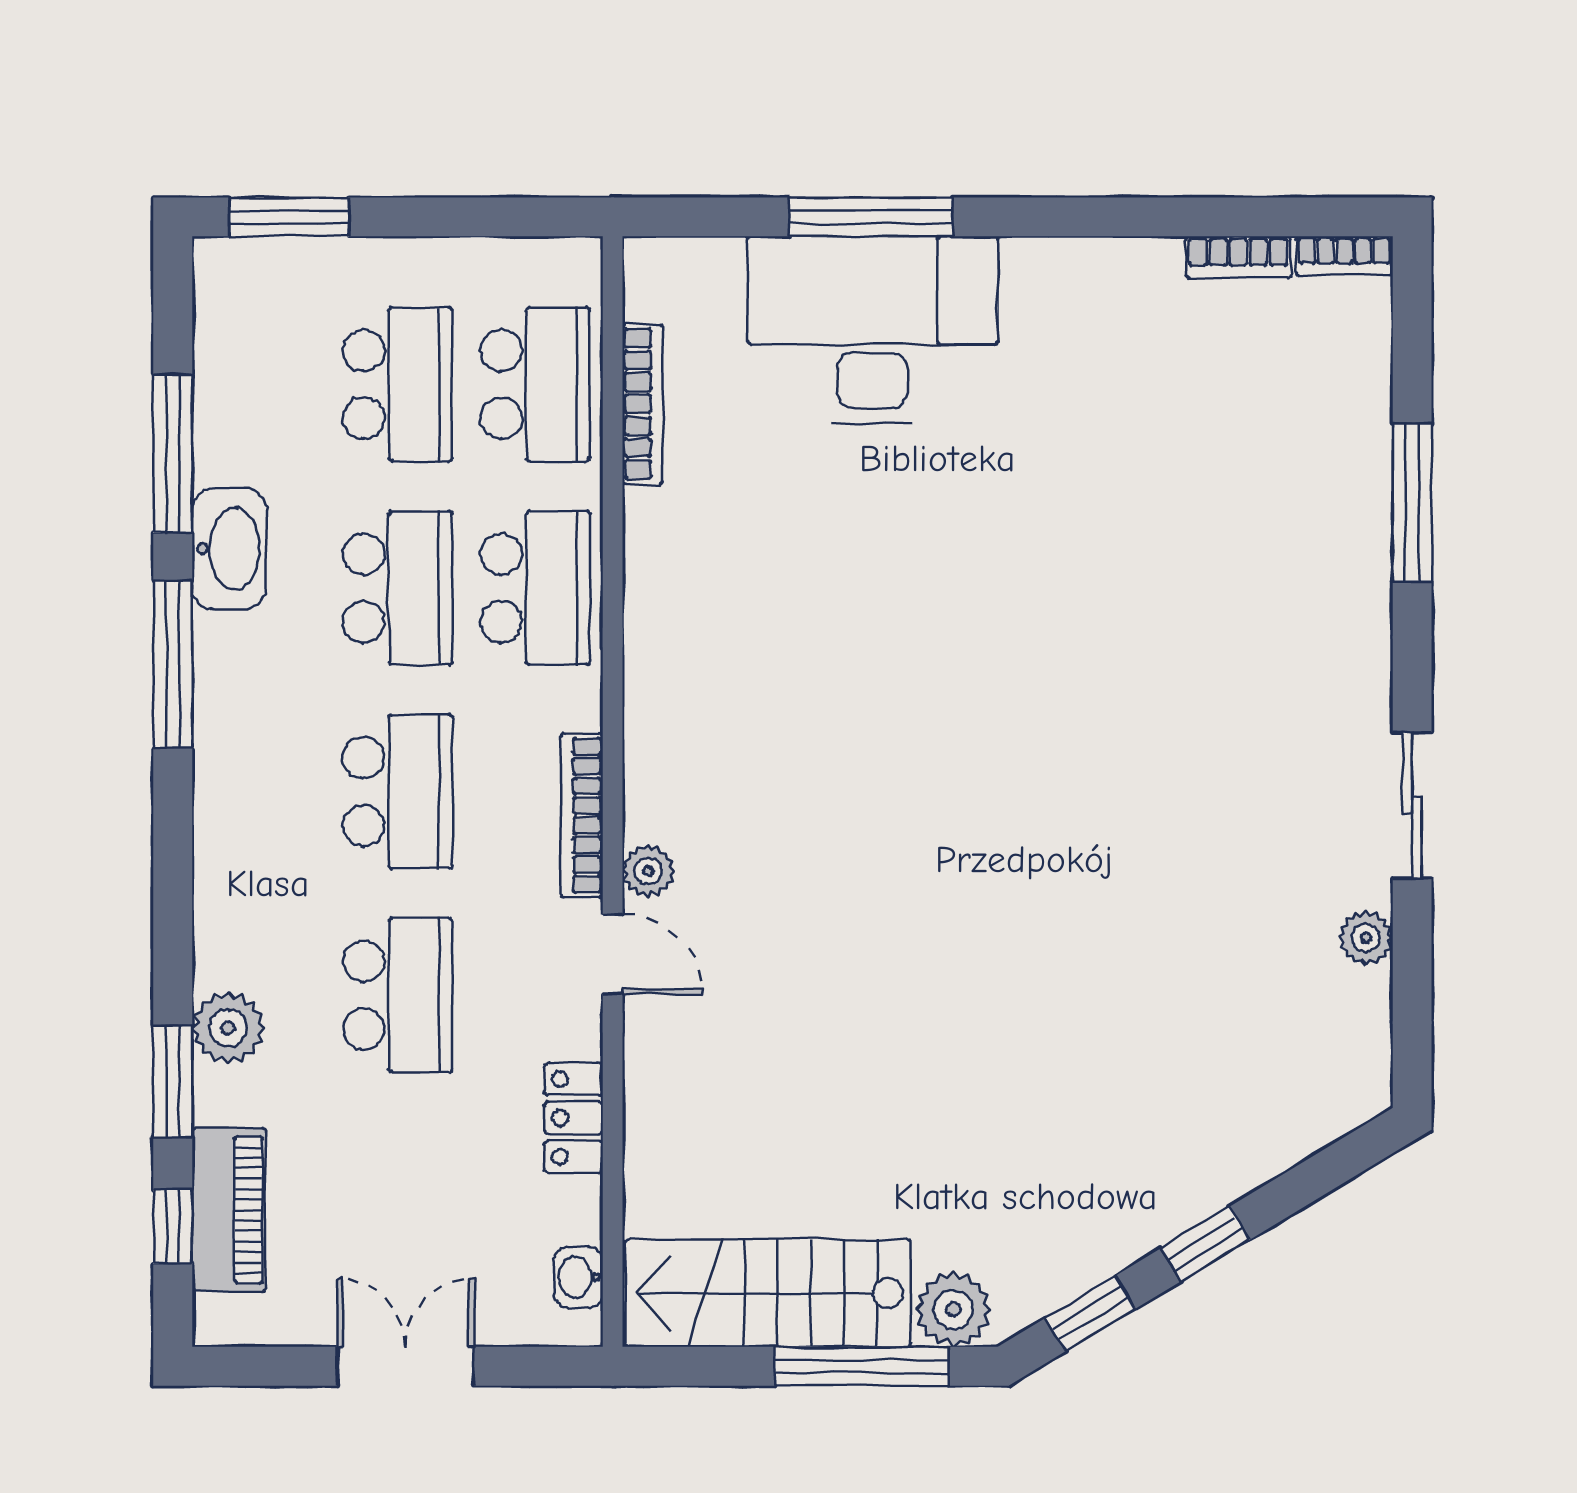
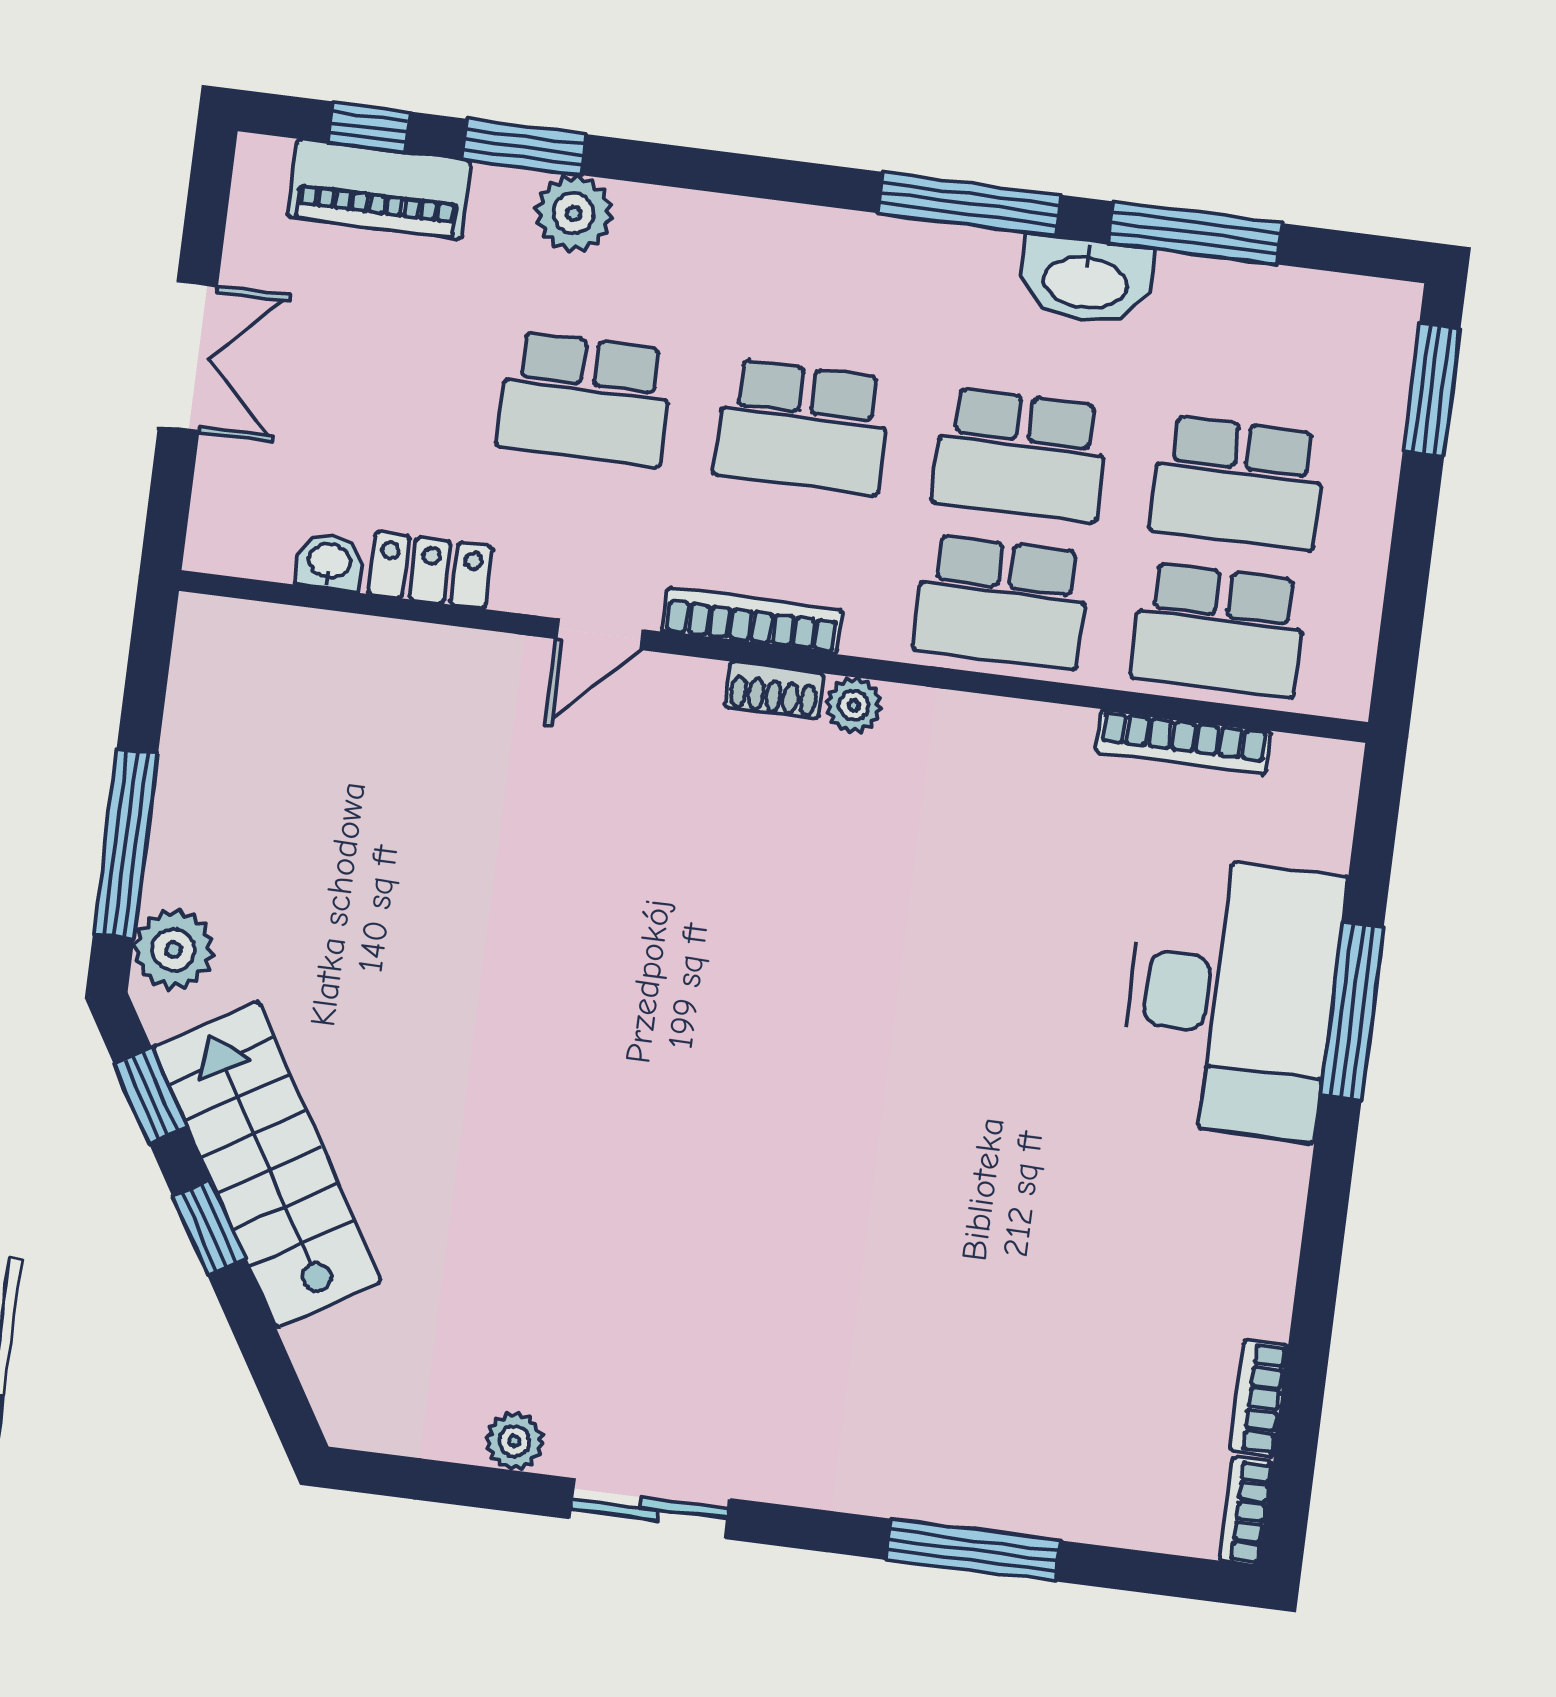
shoe rack: (644, 787) -> (774, 690), added
plant: (648, 871) -> (854, 705), moved
washbasin: (578, 1277) -> (329, 562), moved
stairs: (768, 1293) -> (267, 1164), moved, turned -31

